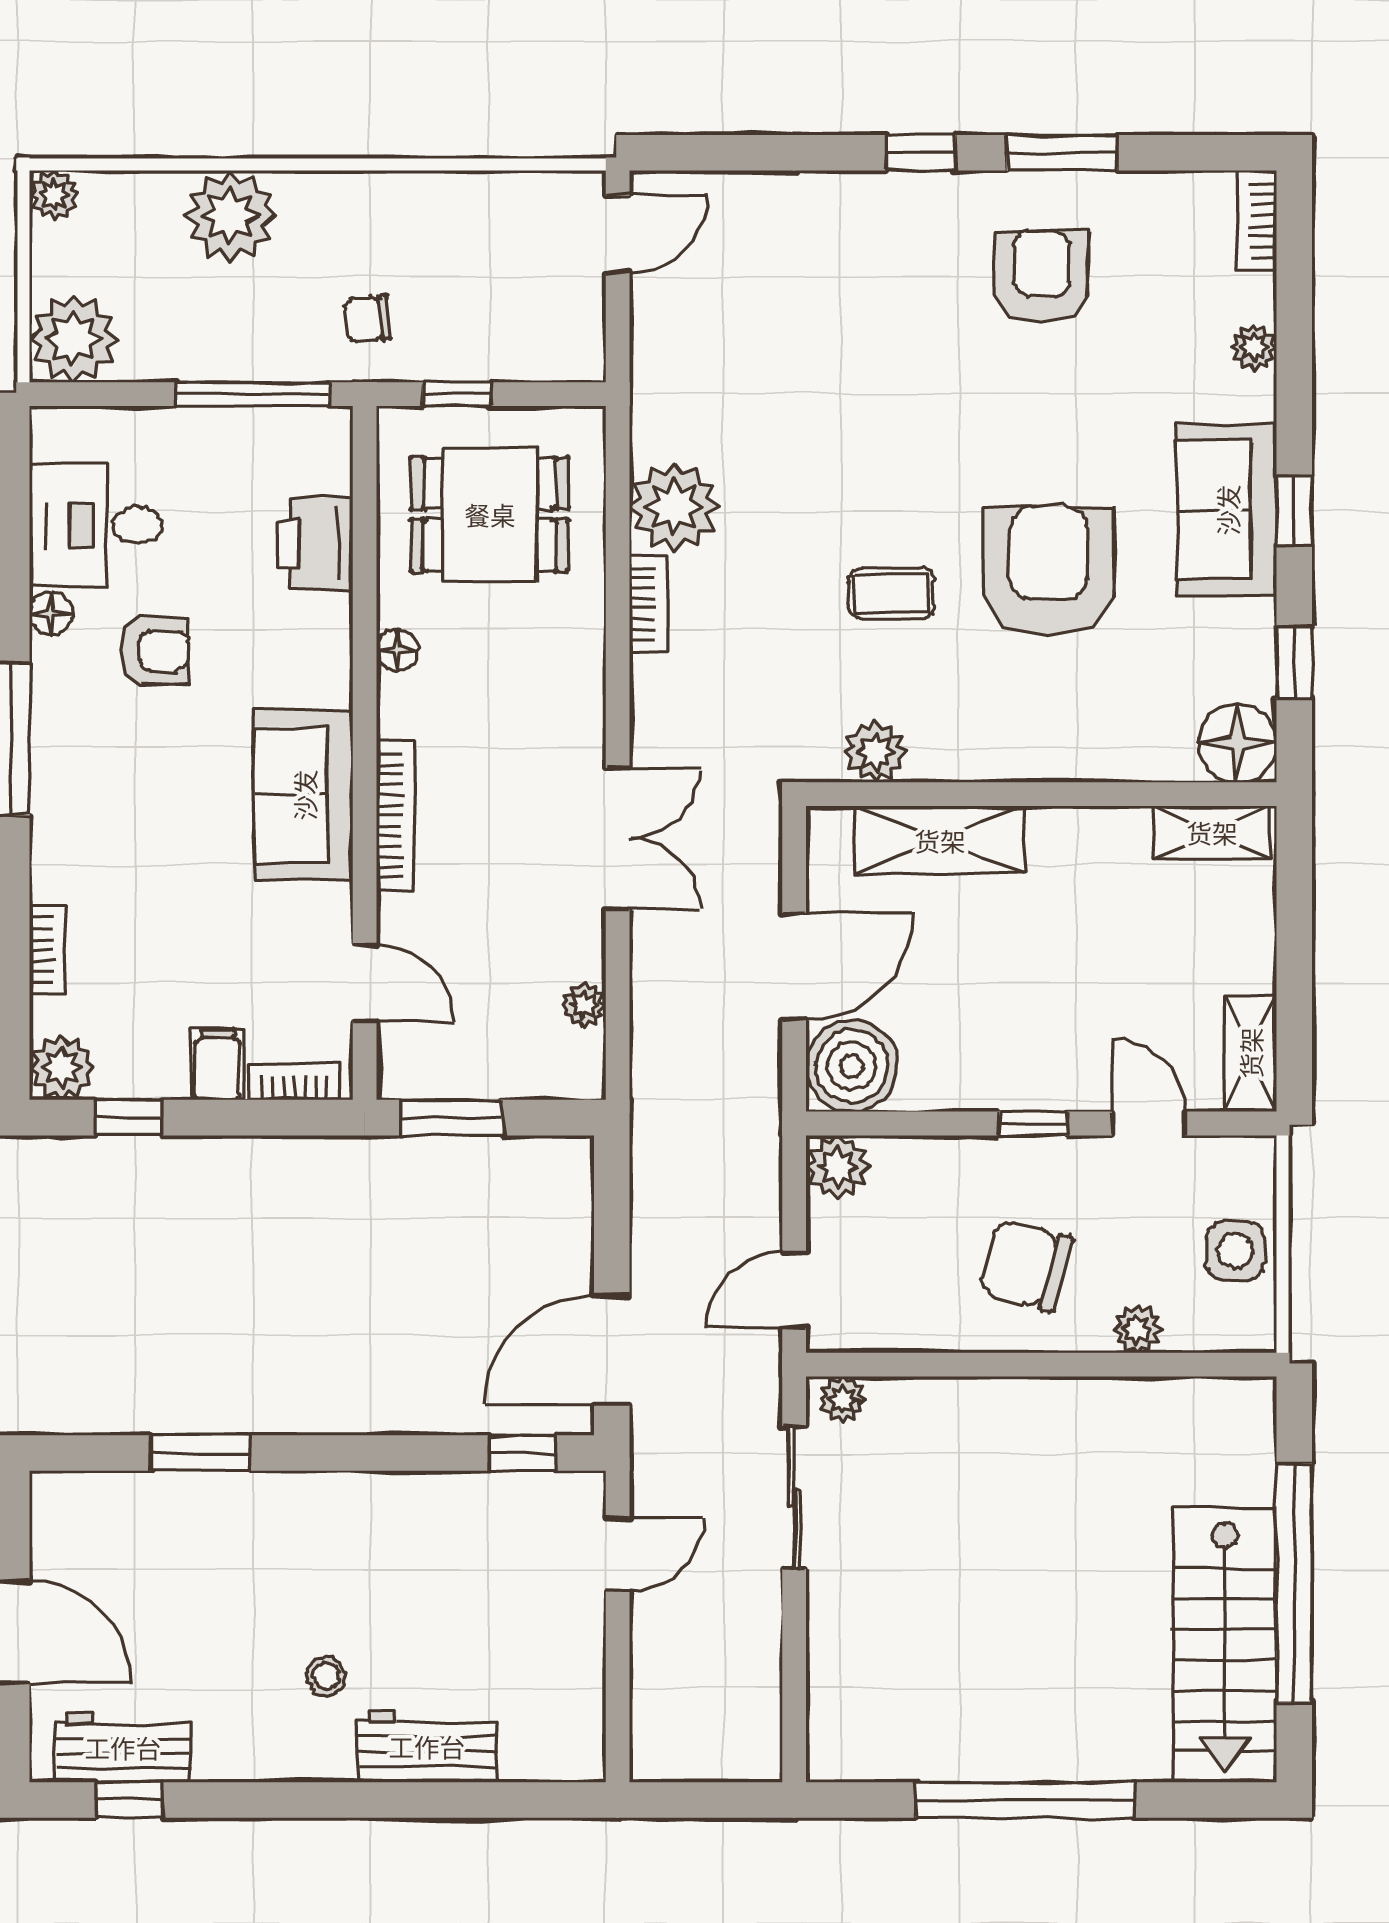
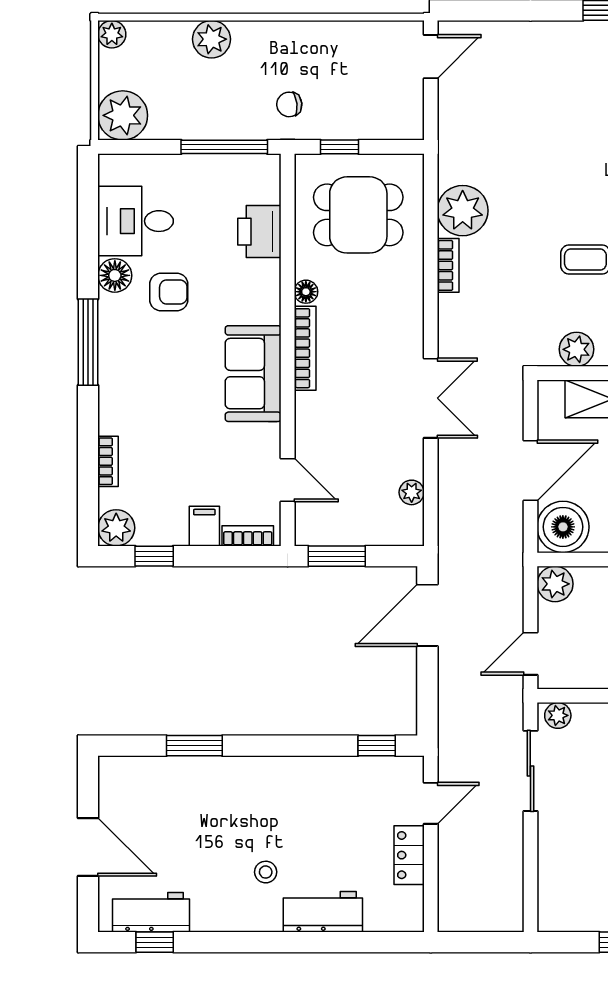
plant: (230, 216) -> (211, 39), width x0.73, depth x0.73
floor lamp: (51, 613) -> (115, 275), width x1.37, depth x1.37
bookcase: (396, 815) -> (305, 348), moved
door: (612, 1350) -> (427, 615), moved
locker: (580, 1646) -> (409, 855), added

